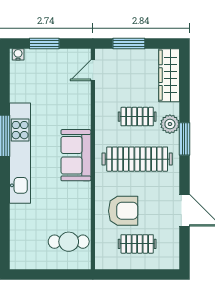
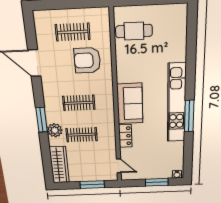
door: (93, 70) -> (119, 166), hinge flipped
locker: (83, 113) -> (125, 136), added
clothes rail: (137, 159) -> (79, 103), width x0.54, depth x0.76

